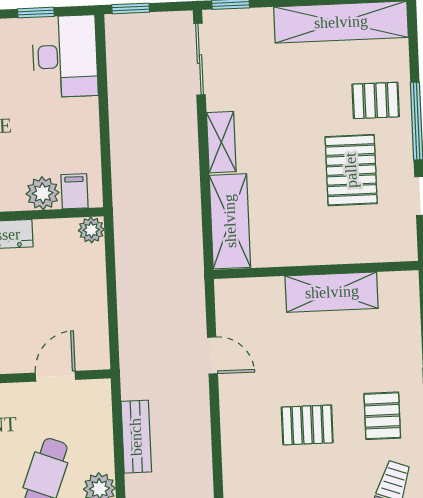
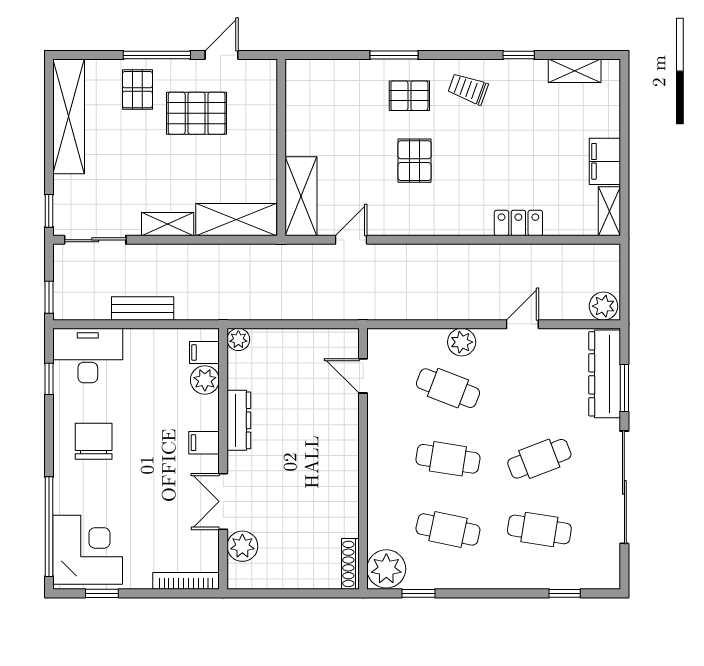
shelving: (332, 292) -> (301, 196), moved
bench: (136, 437) -> (143, 308), moved

